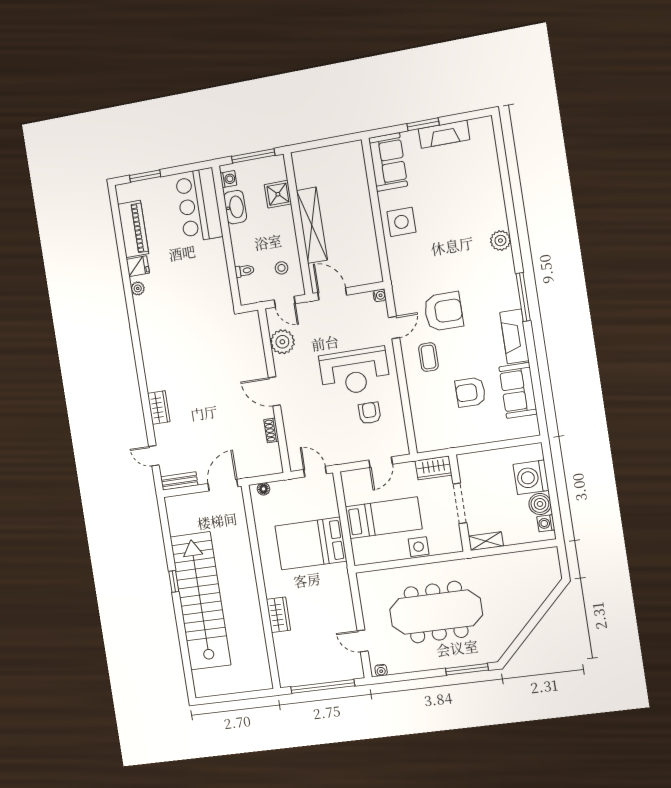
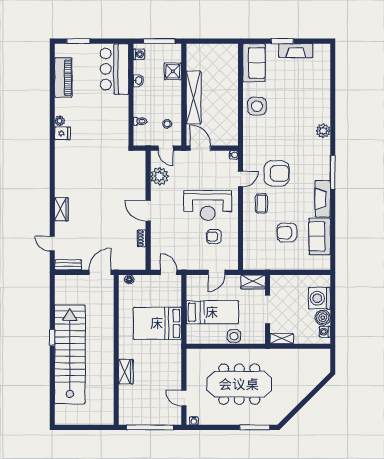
washbasin: (235, 207) -> (138, 81), width x0.52, depth x0.69
fridge: (138, 266) -> (62, 133), moved
armchair: (370, 413) -> (214, 236), turned -90

